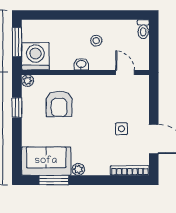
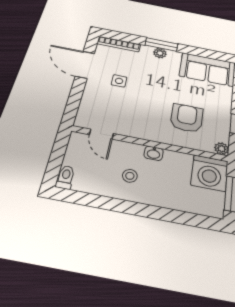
plant: (78, 169) -> (160, 53), moved
window: (54, 180) -> (161, 44), moved

